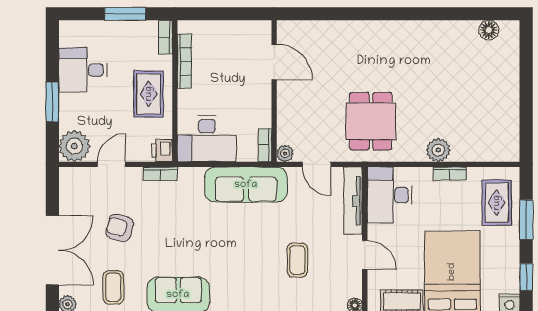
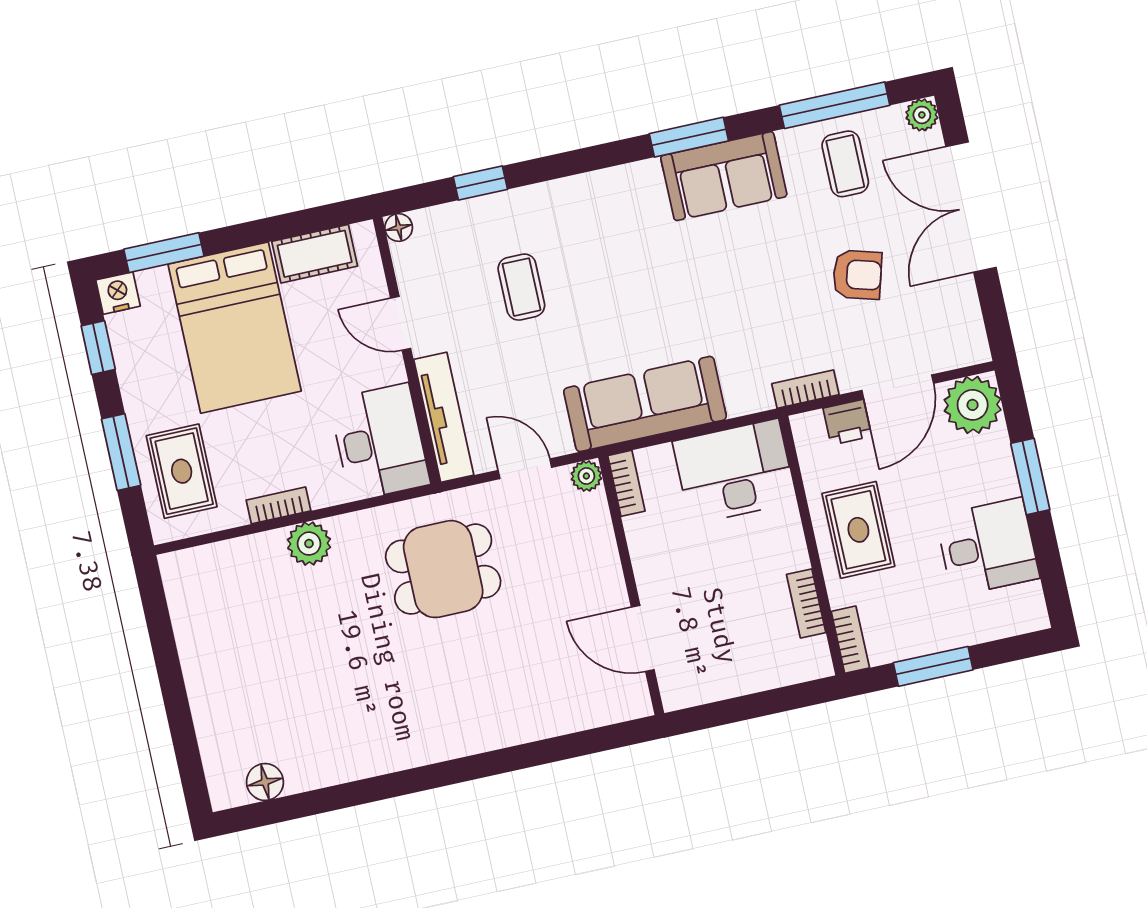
bookcase: (184, 61) -> (806, 603), width x0.64
dining table: (371, 121) -> (443, 569), turned 90
printer: (162, 151) -> (847, 422), moved, turned 90
door: (111, 164) -> (898, 387), width x1.38

